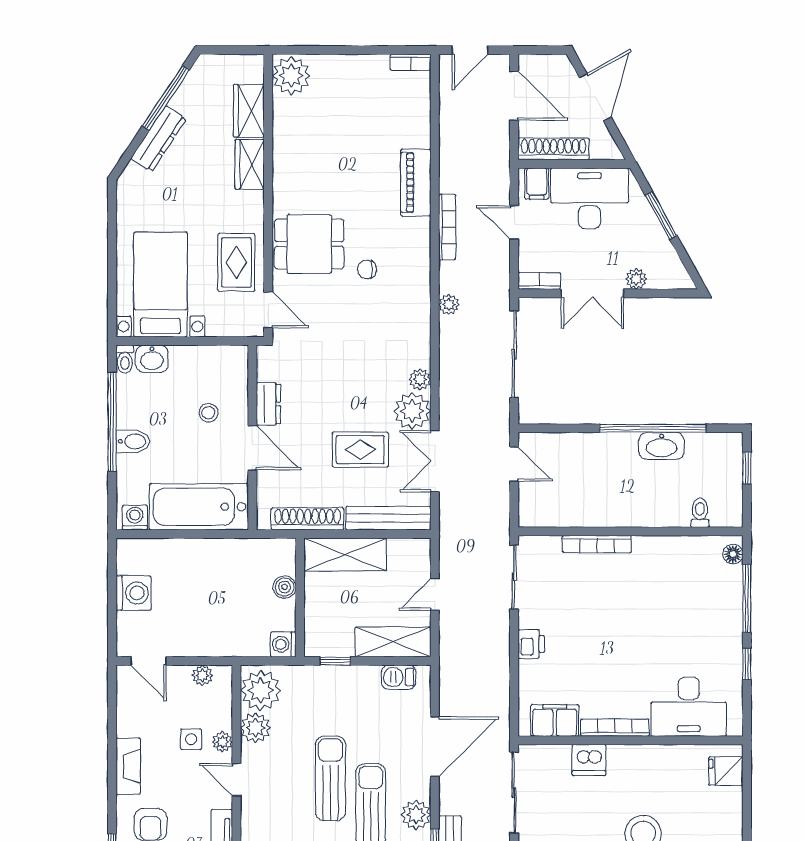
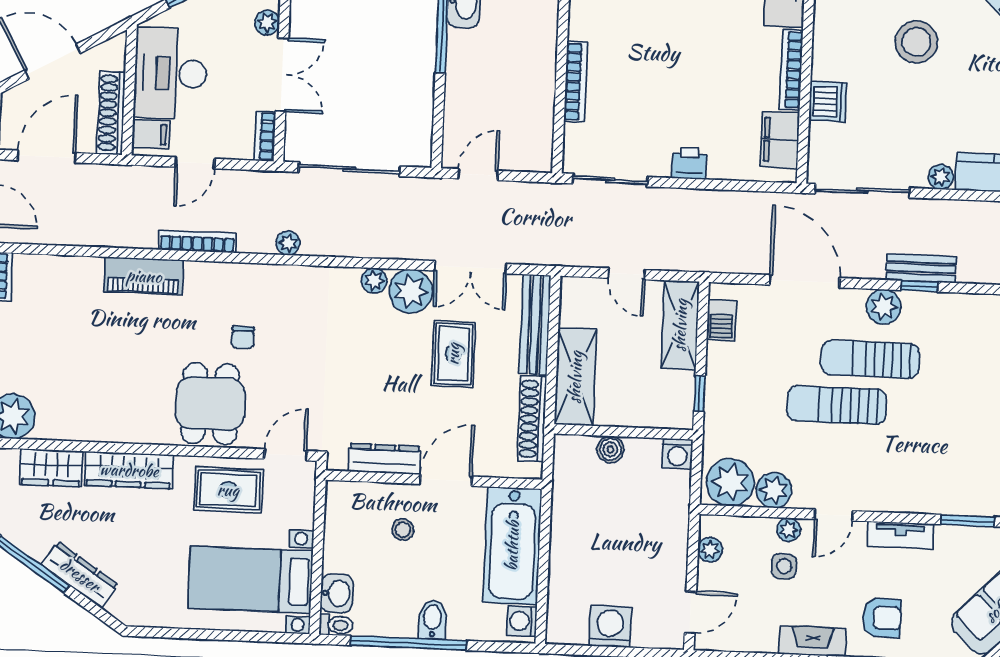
wardrobe: (250, 164) -> (129, 470), width x1.50
dresser: (268, 404) -> (385, 459), width x1.44

